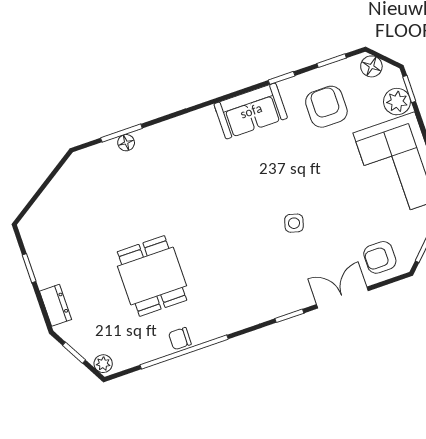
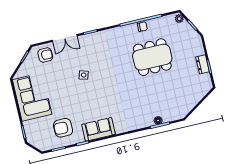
floor lamp: (371, 66) -> (40, 144), removed
plant: (397, 102) -> (30, 127), removed
armchair: (326, 107) -> (63, 128), turned 90
dining table: (152, 276) -> (152, 57), width x1.38
dresser: (56, 305) -> (202, 64), moved

